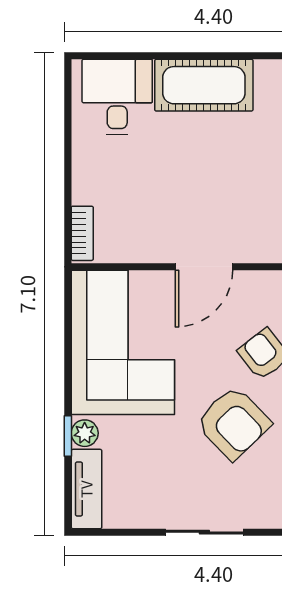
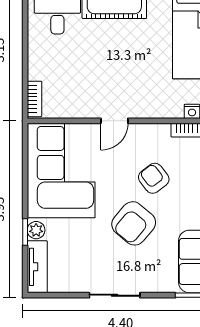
door: (204, 267) -> (114, 121), width x0.73
armchair: (233, 423) -> (134, 223), turned 84

